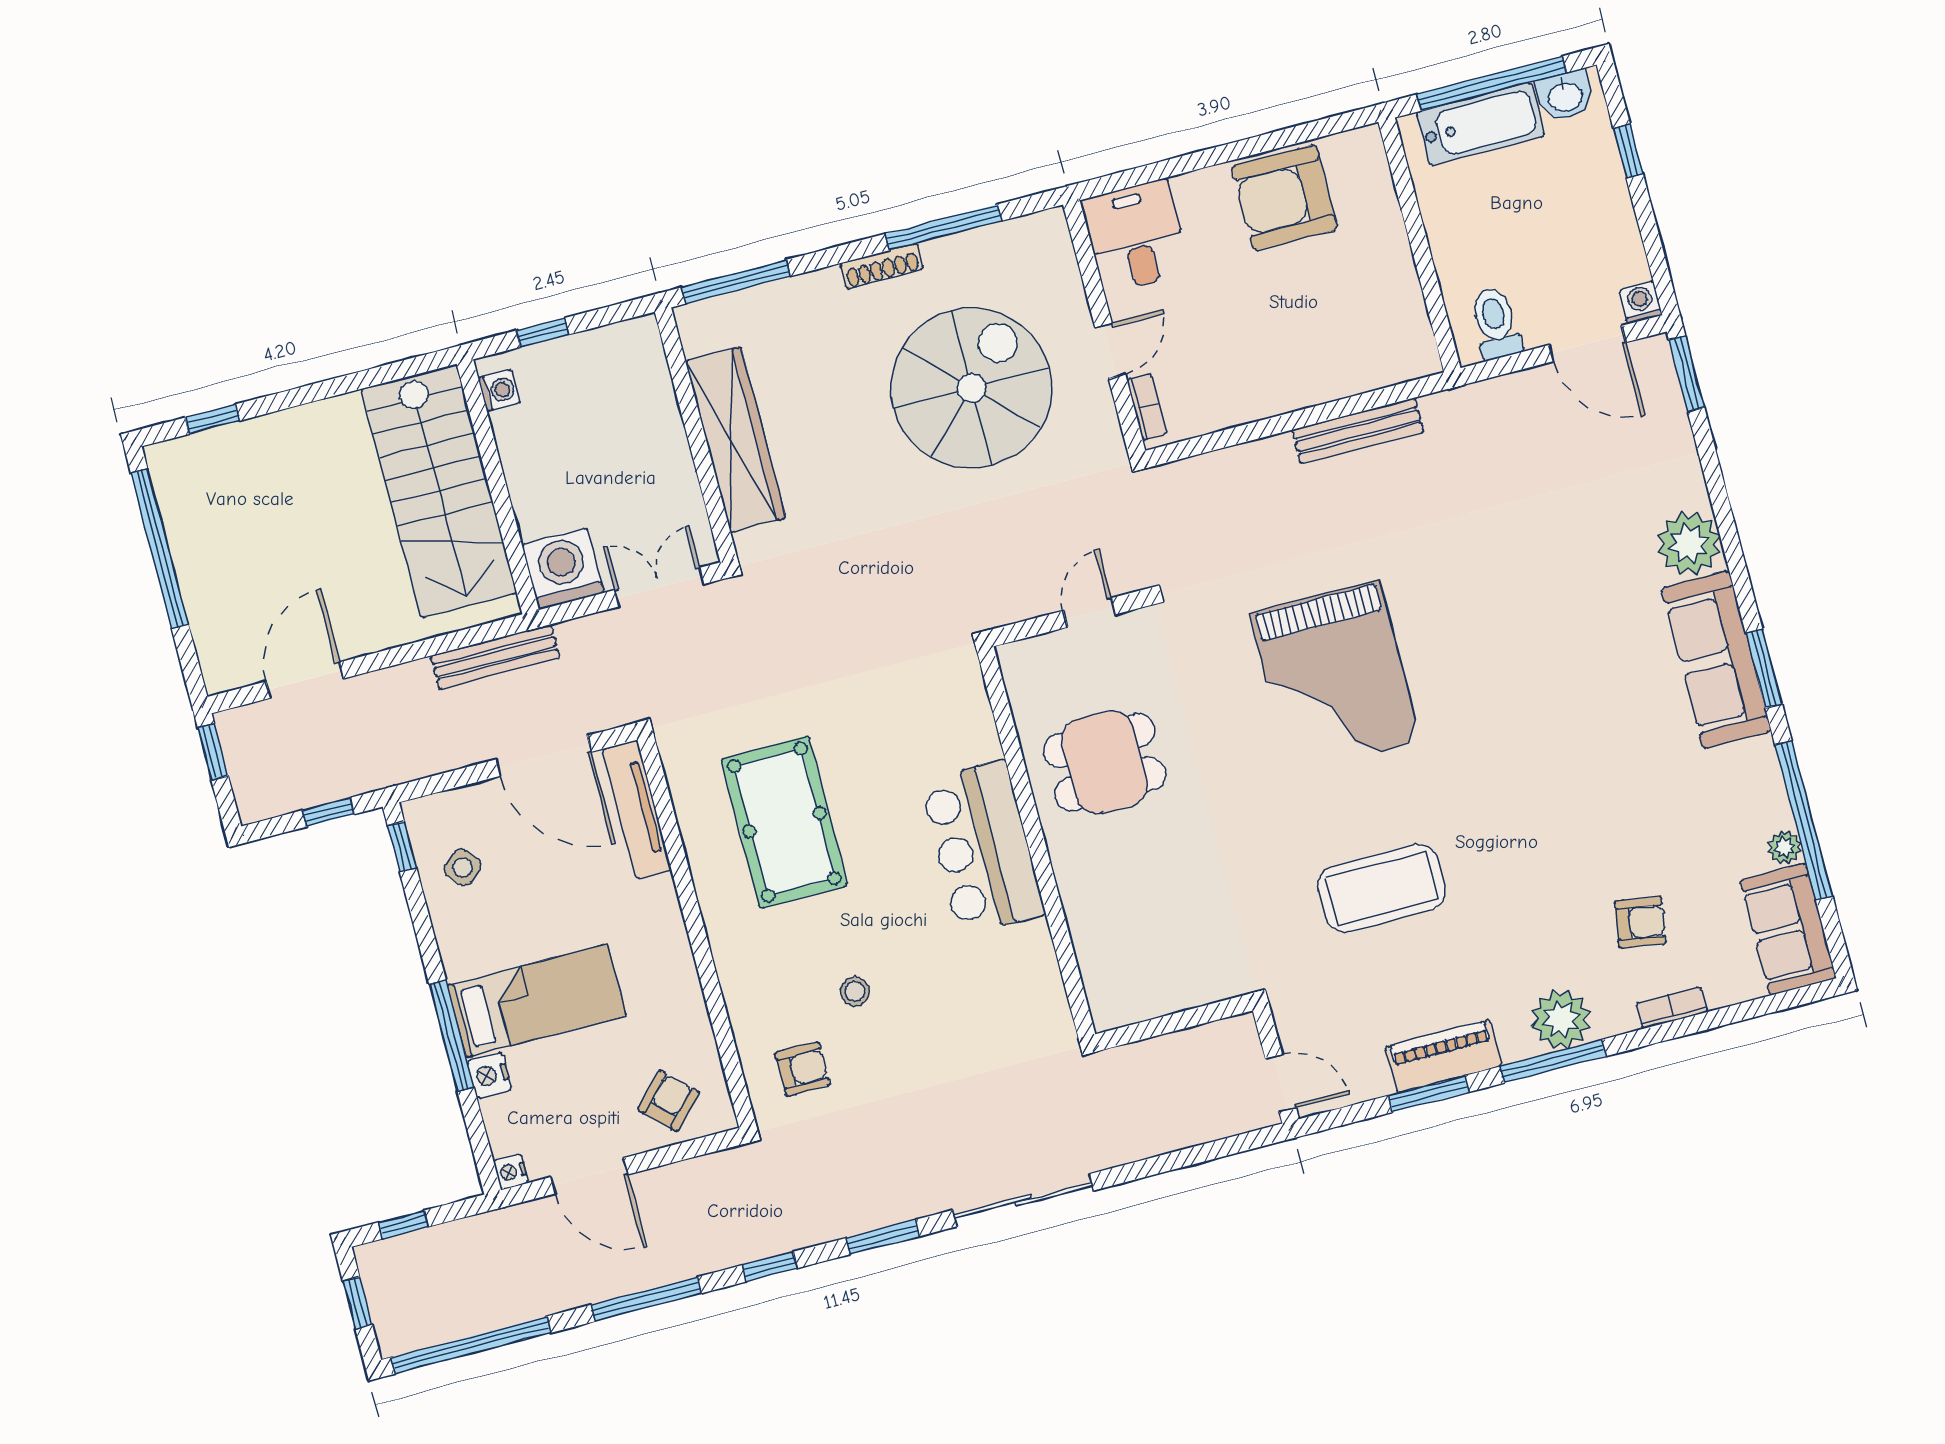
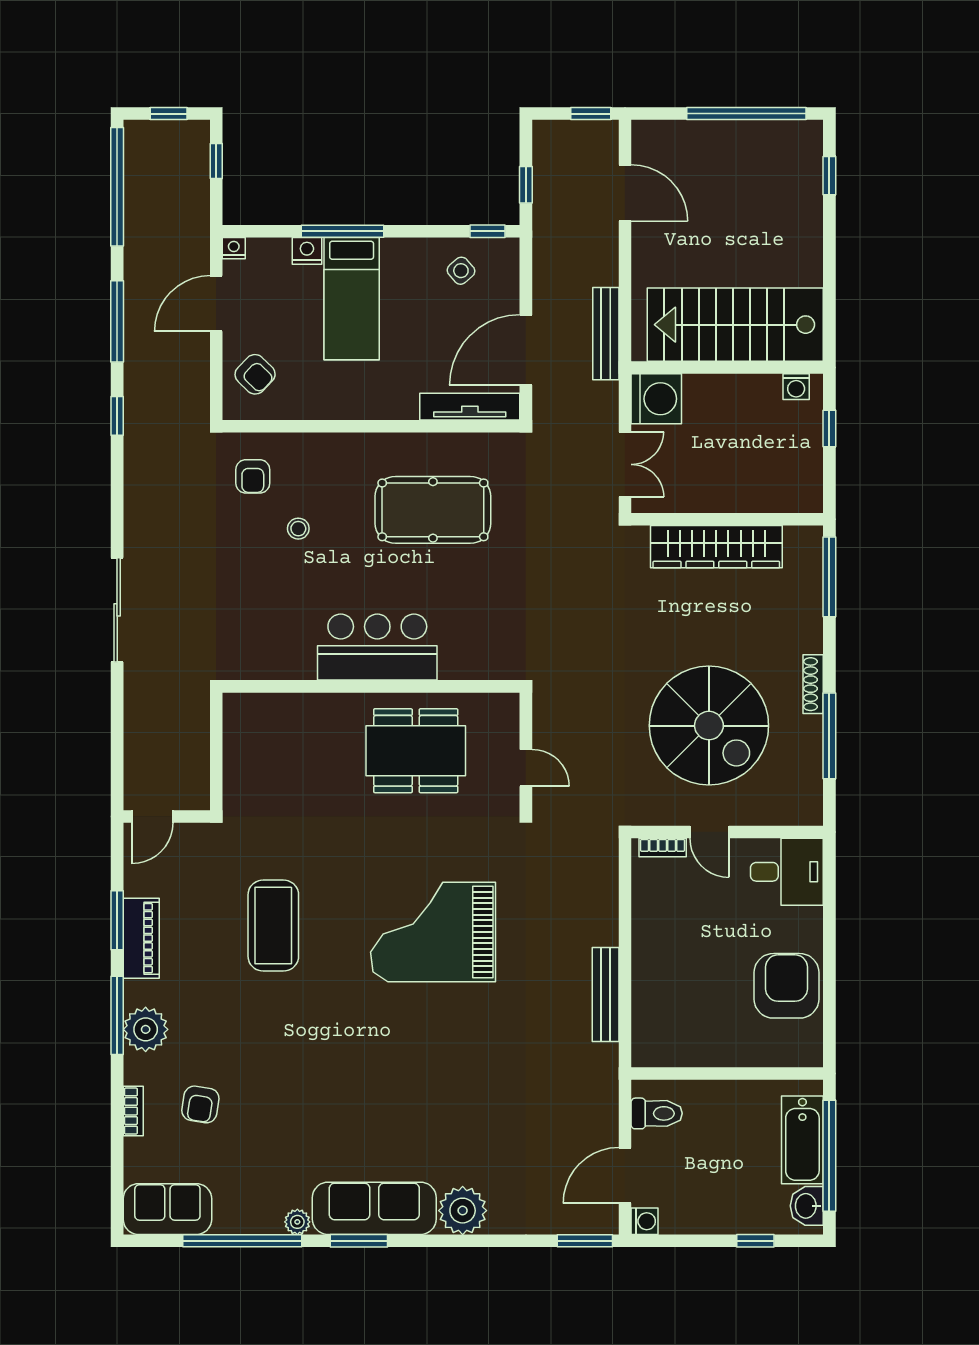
dining table: (1105, 762) -> (416, 751), width x1.38
plant: (1785, 848) -> (297, 1222), moved
window: (883, 1237) -> (117, 502), removed

